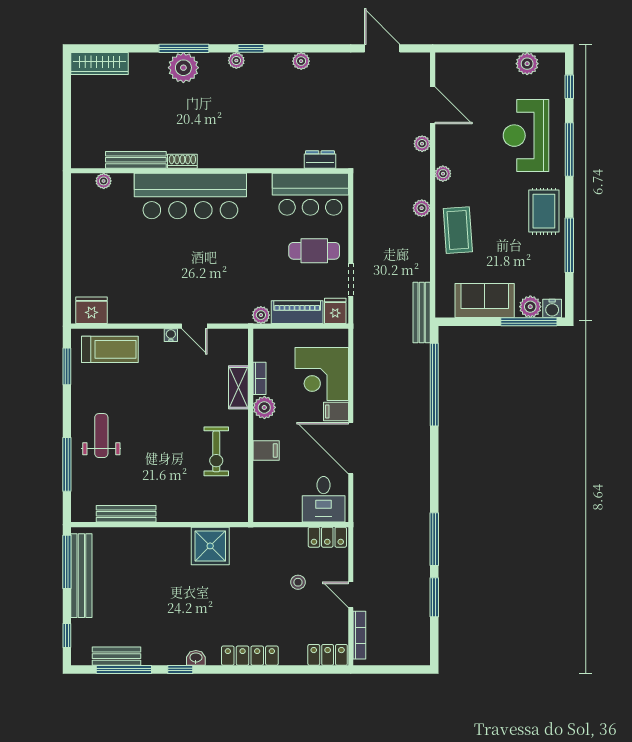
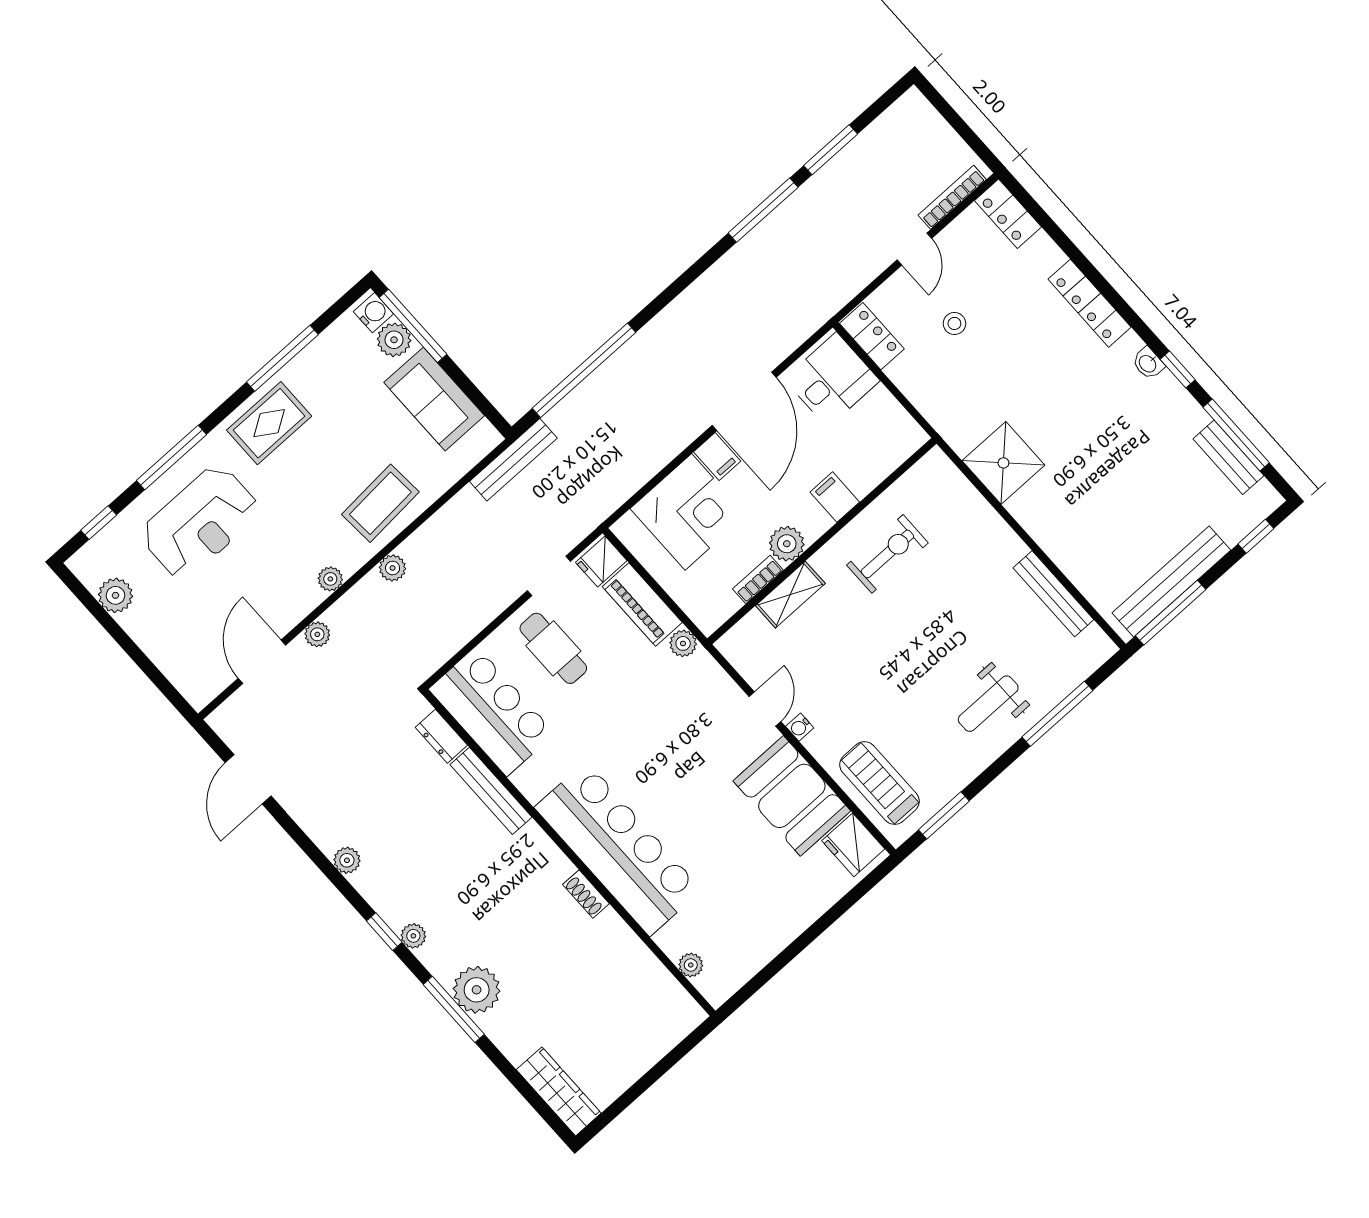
bench: (136, 160) -> (491, 791), moved
booth: (141, 302) -> (792, 796), added

